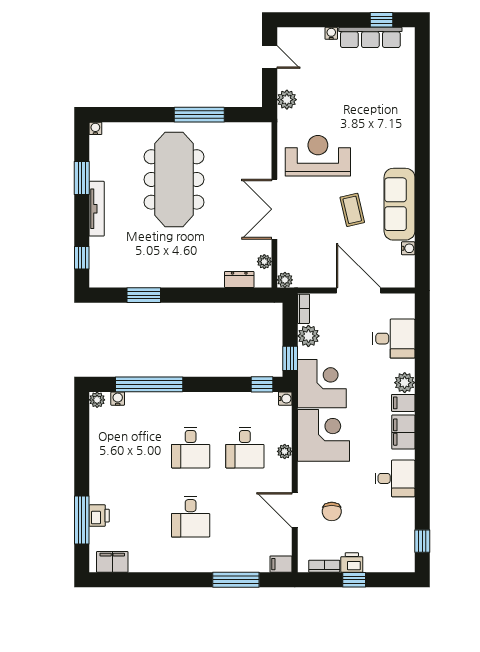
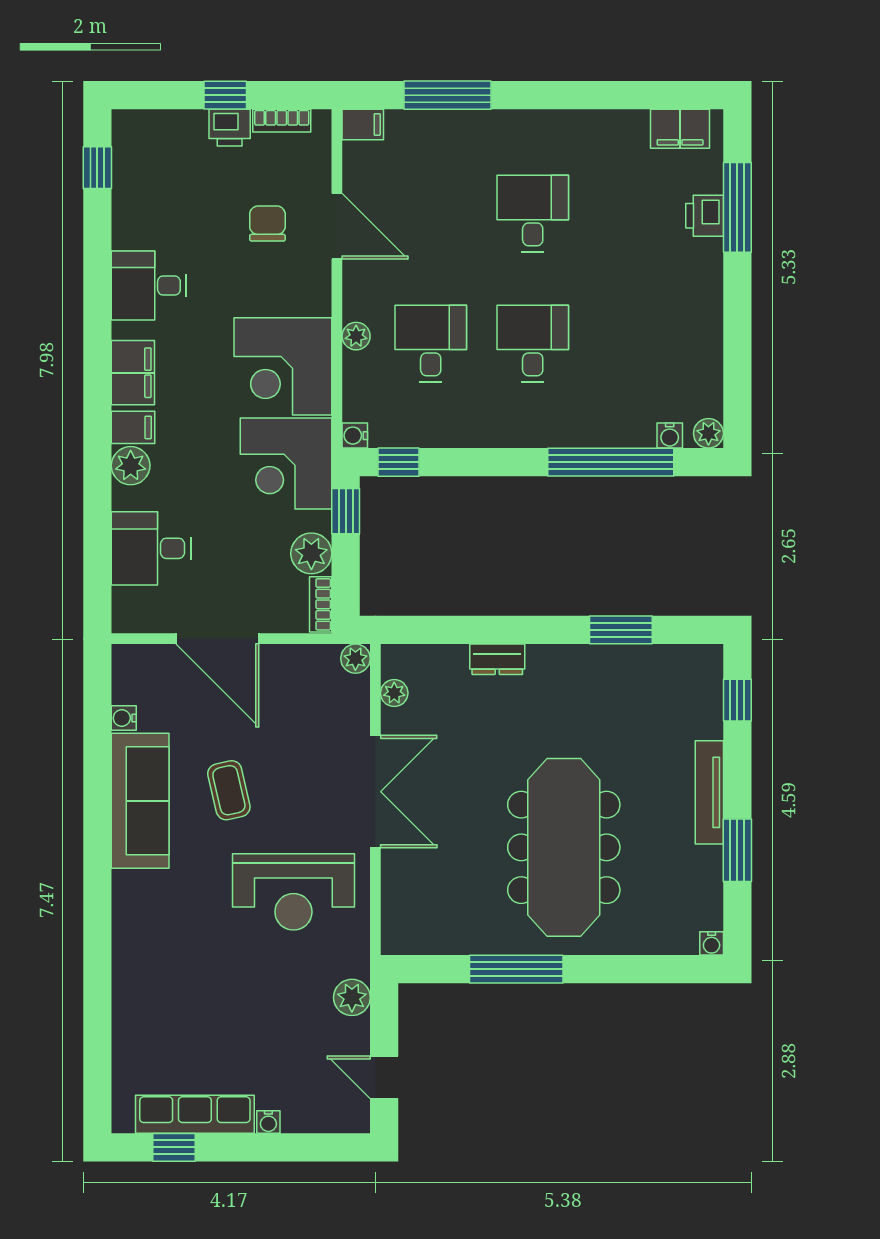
dresser: (239, 279) -> (497, 659), moved

